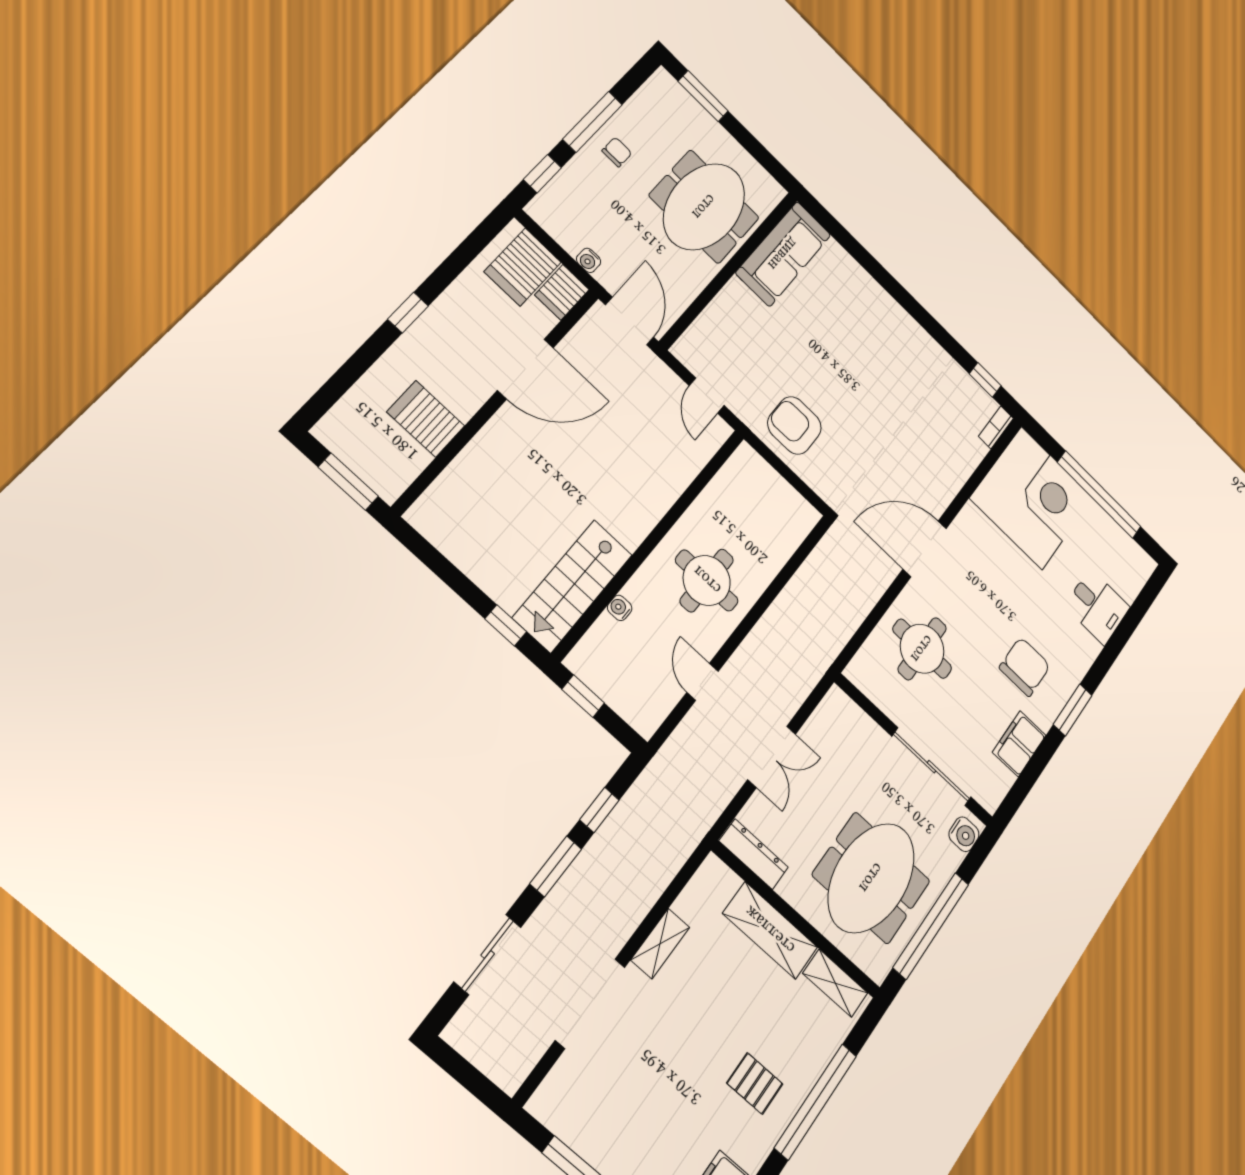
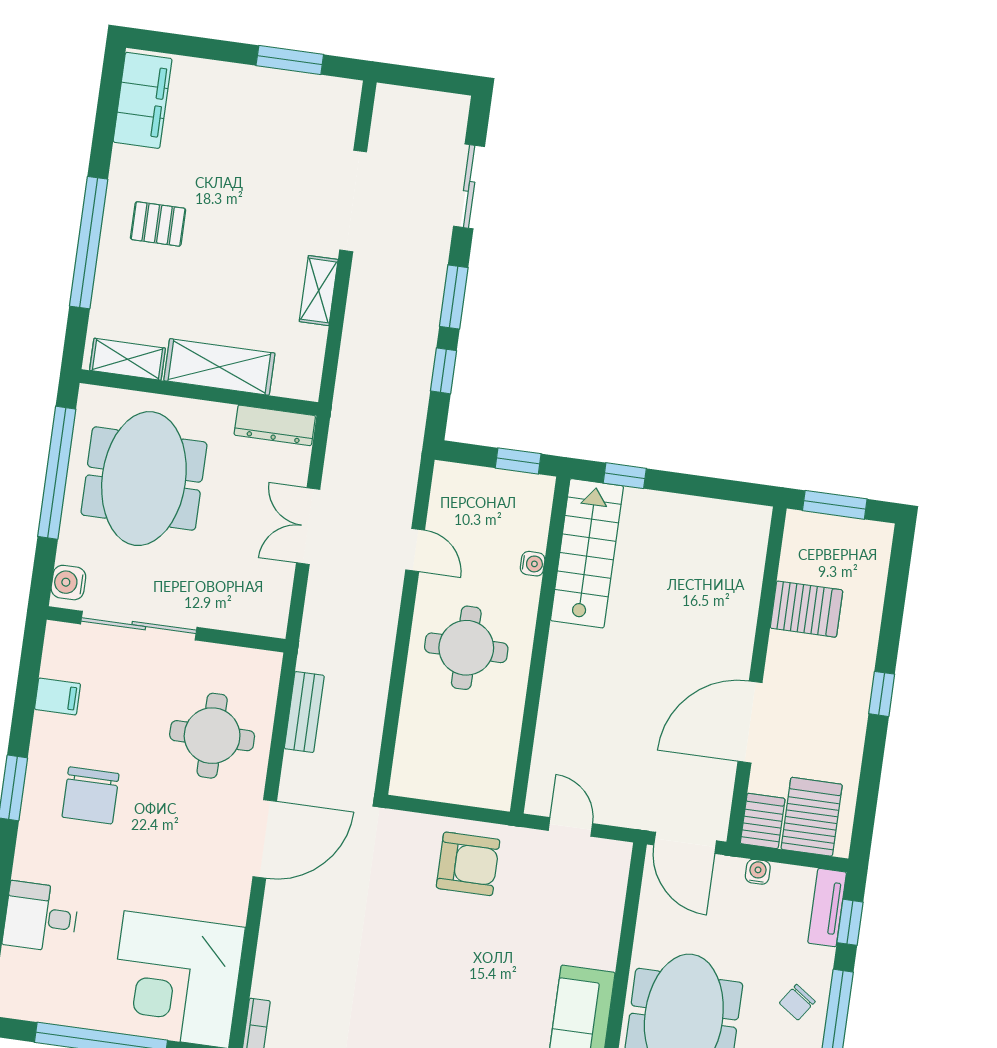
chair: (617, 152) -> (797, 1002), turned 35
tv unit: (553, 197) -> (827, 908), added
bench: (850, 619) -> (304, 712), added
filing cabinet: (1019, 744) -> (57, 696), width x0.50

